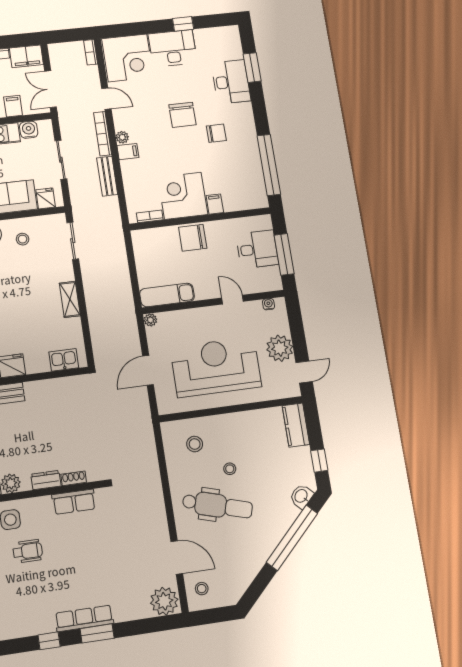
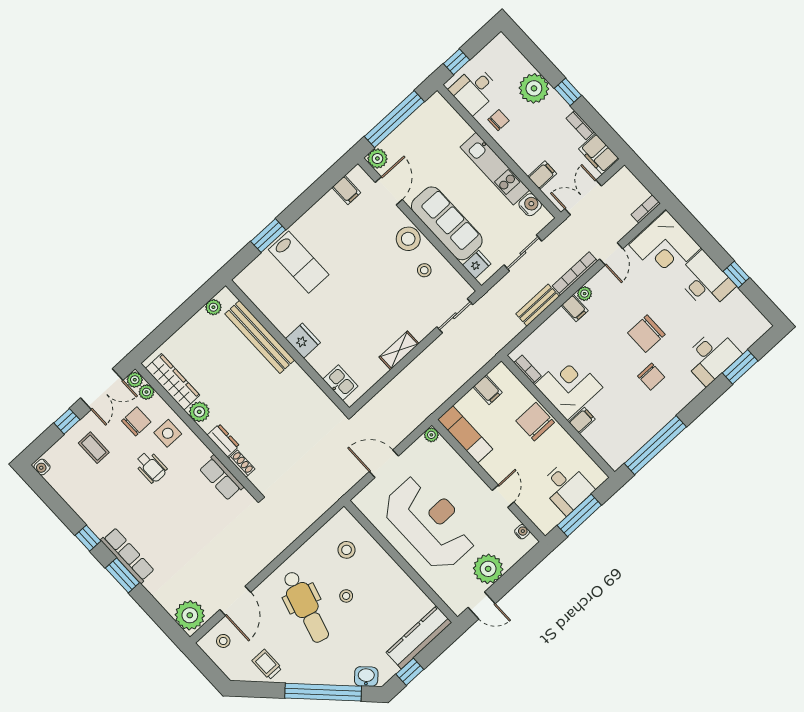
filing cabinet: (145, 255) -> (488, 390), added
kitchen counter: (296, 425) -> (419, 637), width x1.50
trolley: (242, 567) -> (267, 664), added

